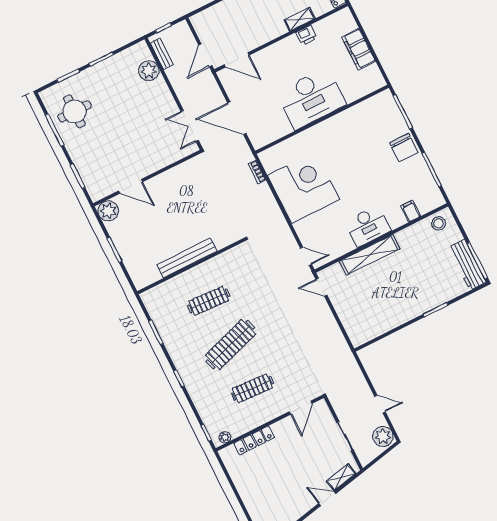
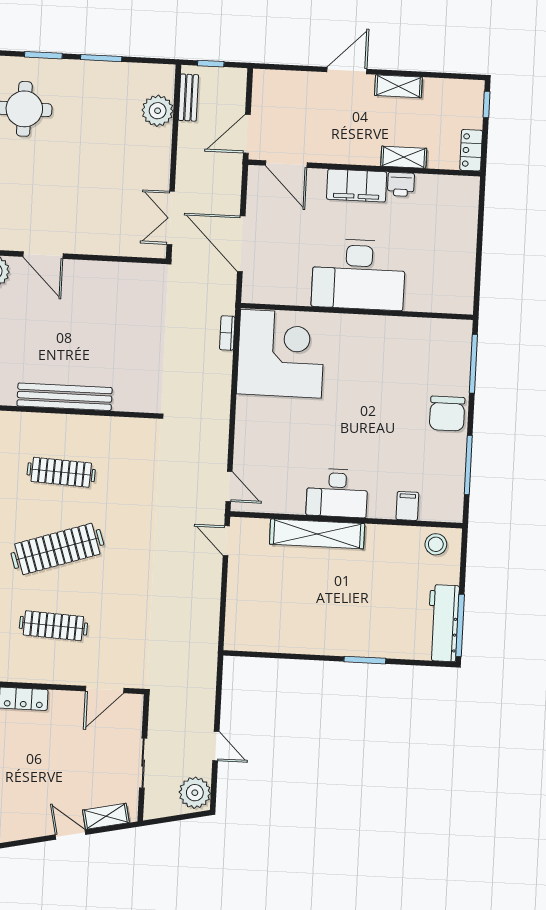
filing cabinet: (359, 49) -> (357, 186), moved, turned -90
corner desk: (304, 187) -> (281, 354), moved

